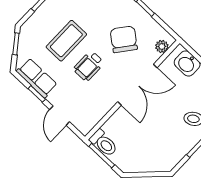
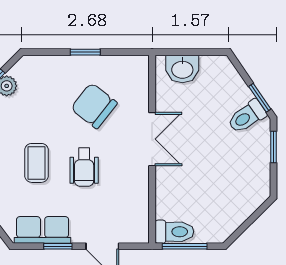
coffee table: (66, 41) -> (37, 163), width x0.73, depth x0.77
plant: (162, 46) -> (140, 76), removed
double door: (137, 85) -> (152, 139), width x0.73

